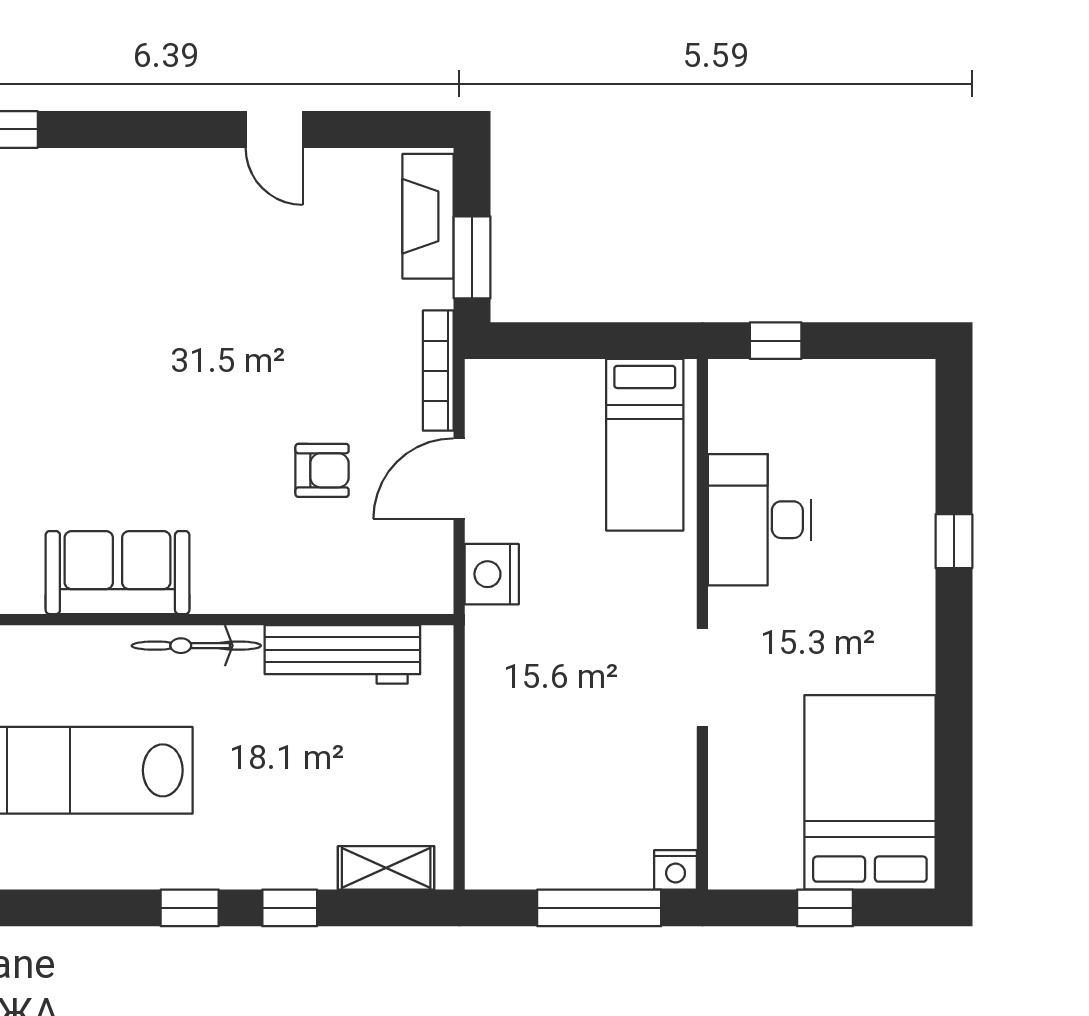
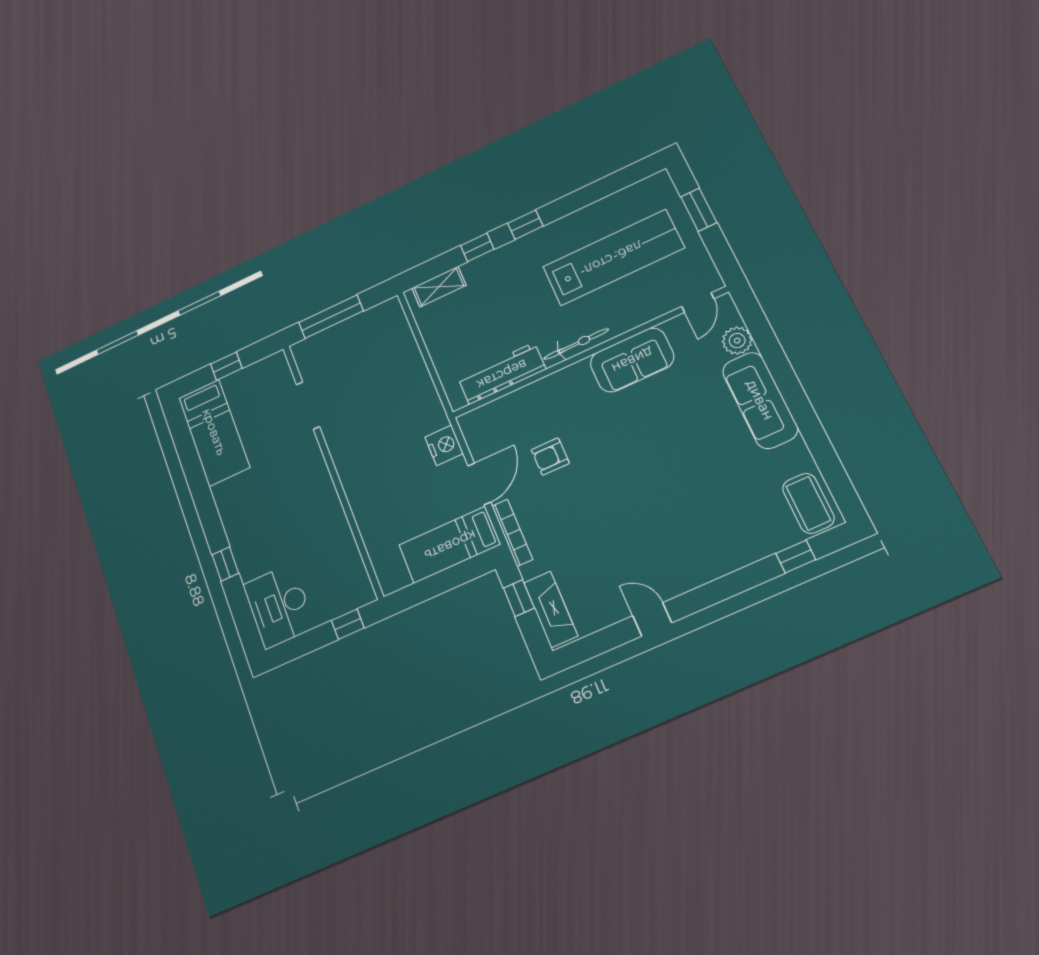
window: (472, 257) -> (519, 598), width x0.67
bed: (645, 445) -> (450, 545), moved, turned -90
desk: (759, 520) -> (279, 606), moved, turned 180
doorway: (702, 678) -> (308, 406), moved
bed: (870, 792) -> (214, 432), width x0.67
nightstand: (676, 870) -> (302, 350), removed

